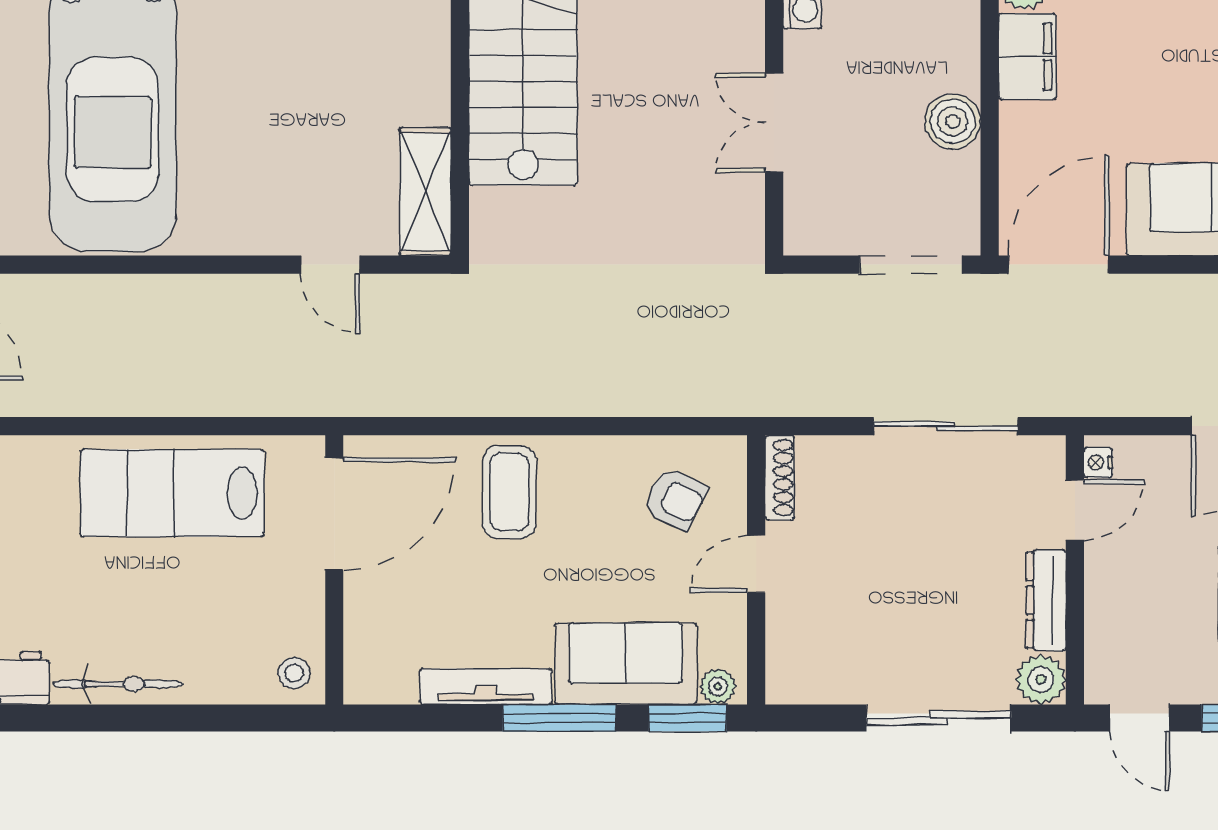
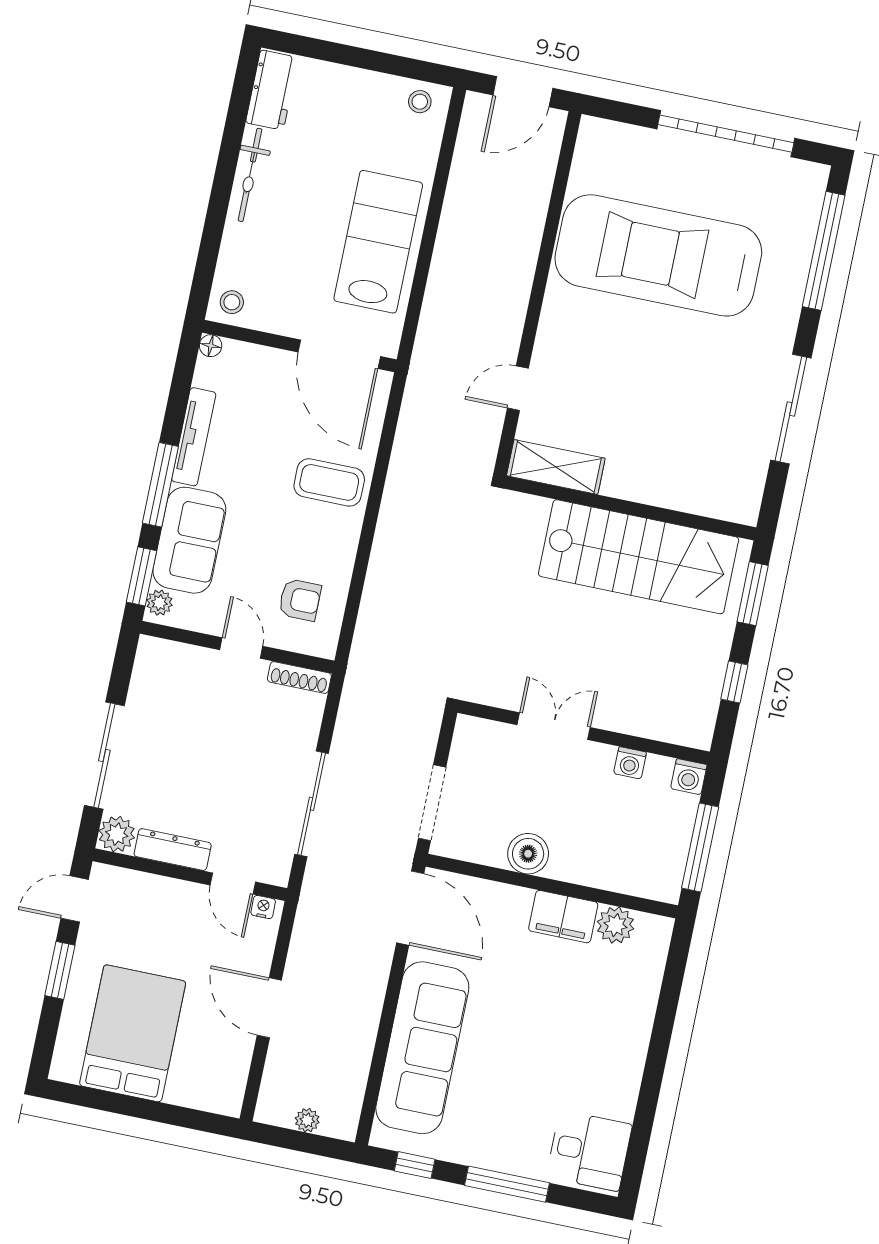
armchair: (675, 499) -> (300, 600), turned -116
floor lamp: (358, 689) -> (211, 346), added

